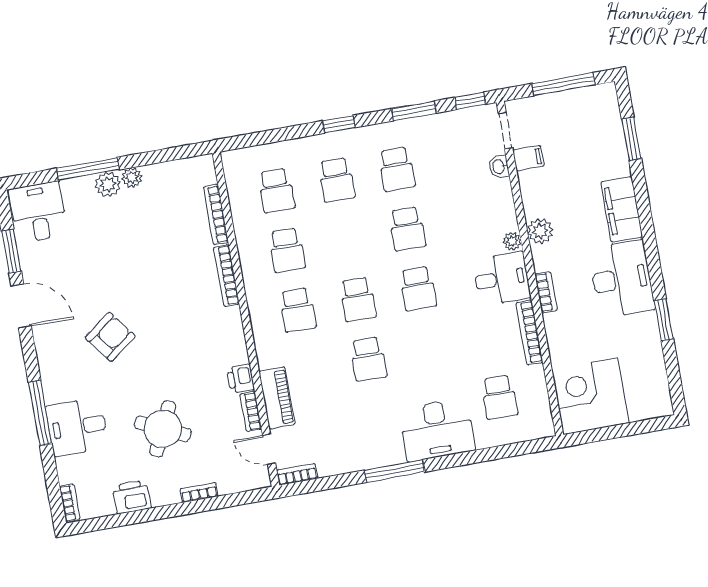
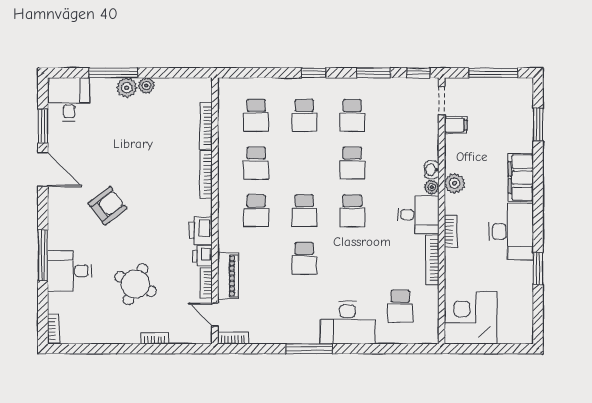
washbasin: (499, 167) -> (432, 170), moved
printer: (132, 497) -> (201, 231), moved, turned -90

